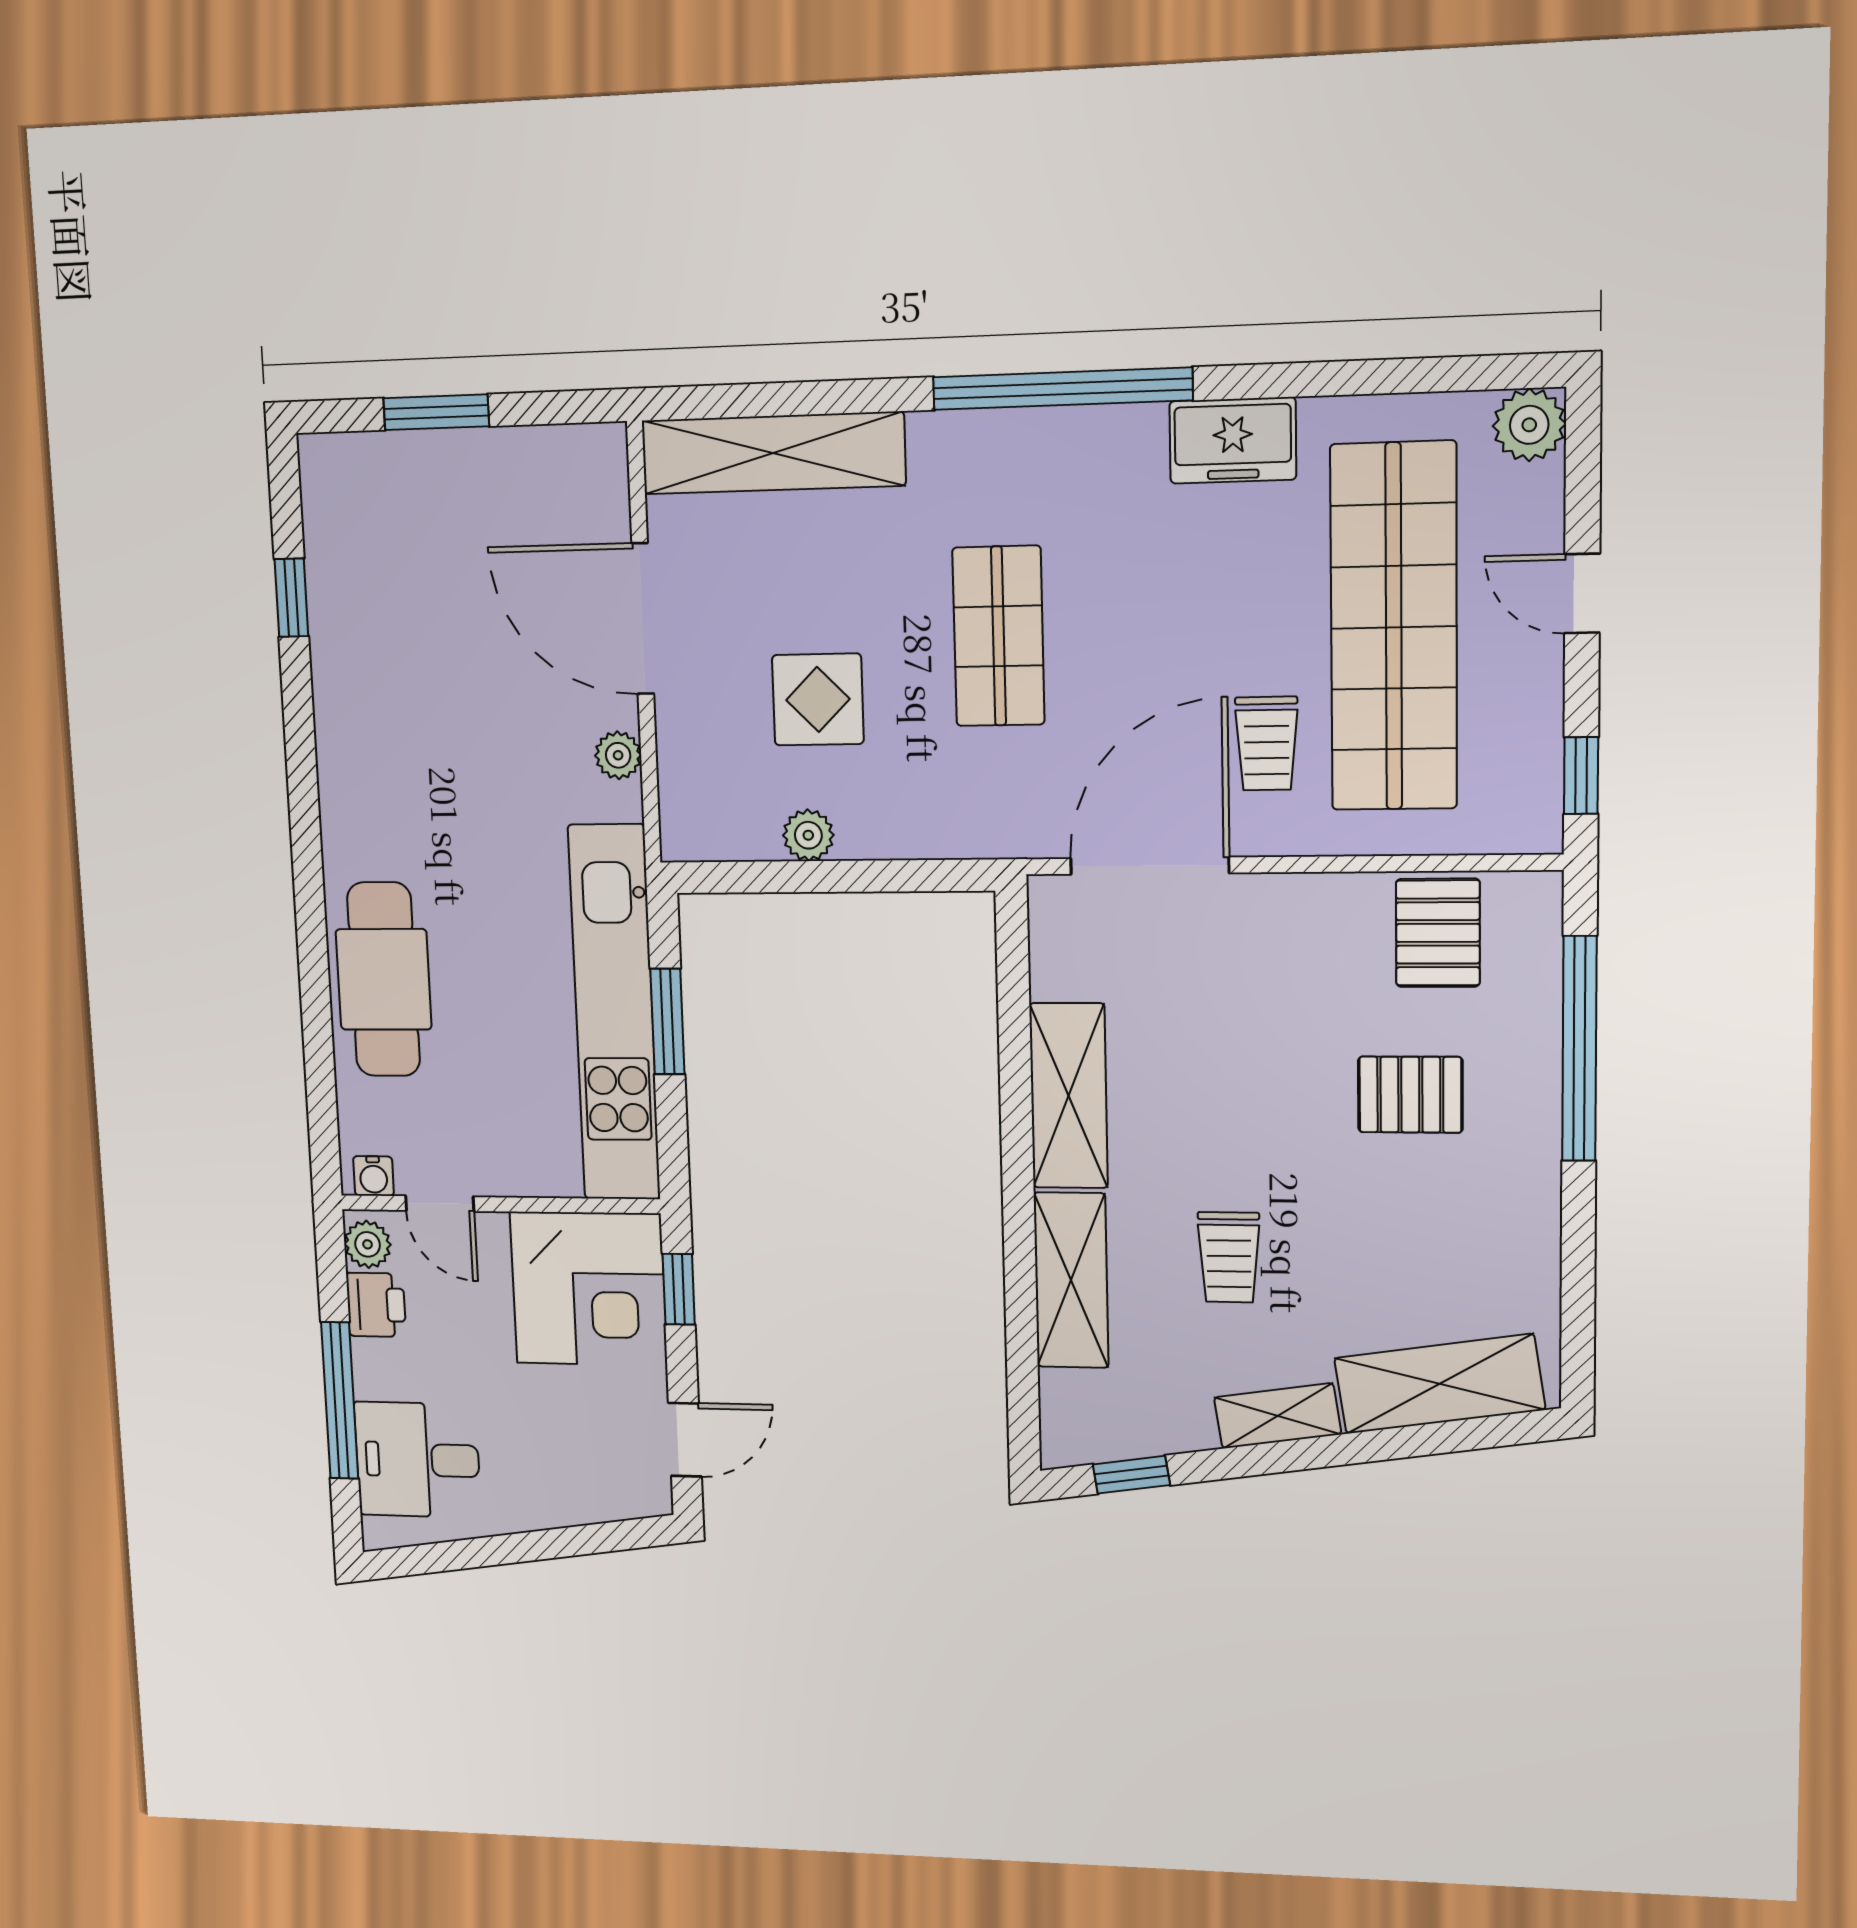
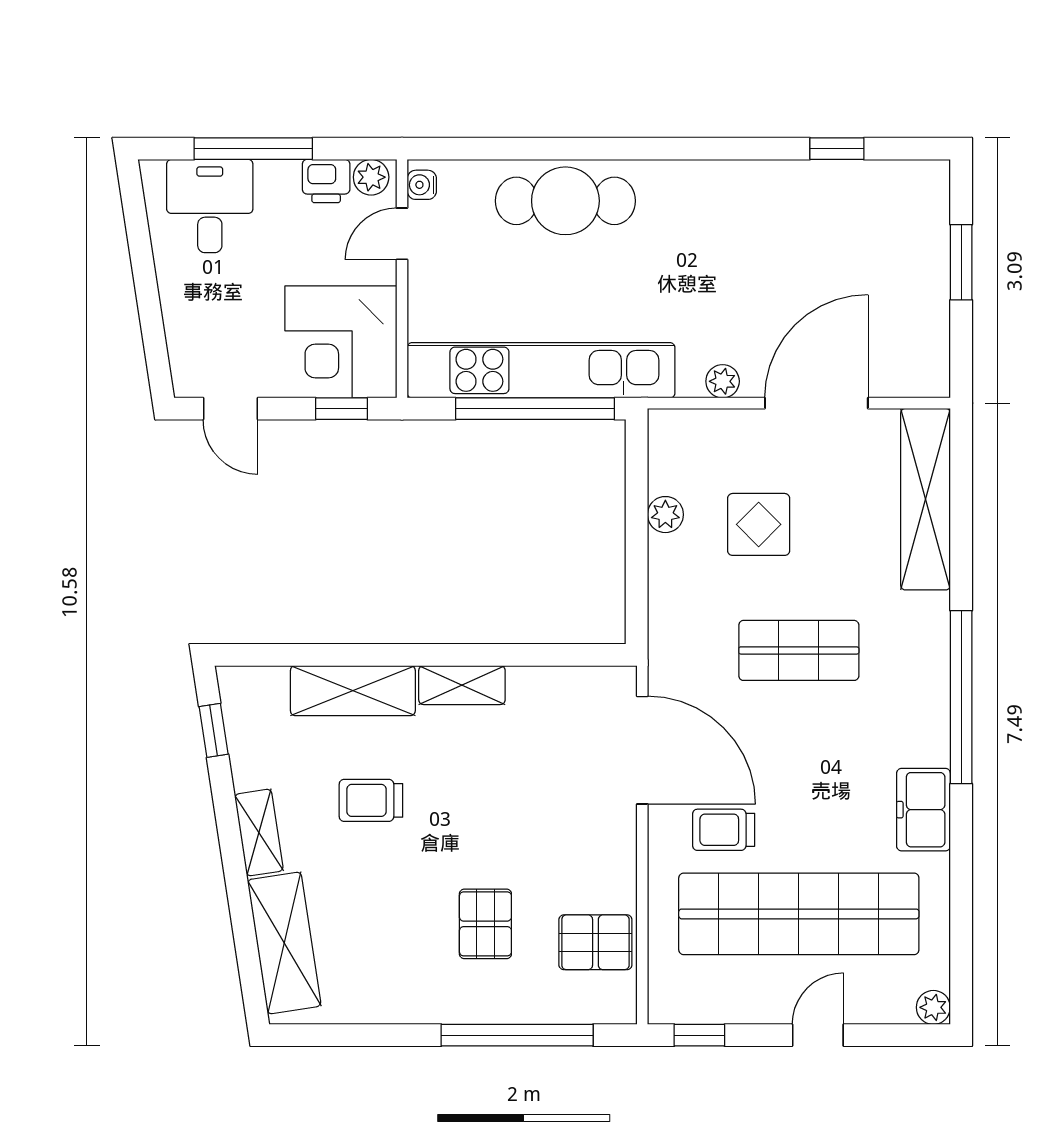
plant: (1529, 425) -> (933, 1007), width x0.73, depth x0.73
window: (667, 1021) -> (535, 409), width x2.11
shelving: (1069, 1096) -> (462, 685), width x0.67, depth x0.75

